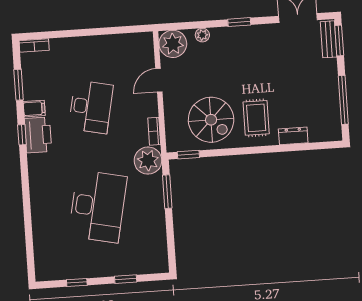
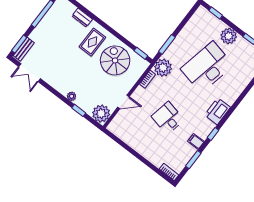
window: (239, 22) -> (79, 110), moved
plant: (202, 35) -> (72, 96), moved
desk: (91, 107) -> (168, 118), width x0.73
printer: (38, 135) -> (217, 111), moved
plant: (104, 265) -> (229, 36), added
window: (126, 279) -> (216, 13), moved

